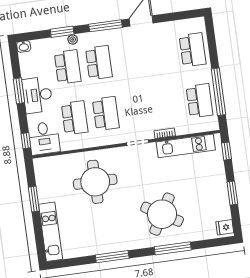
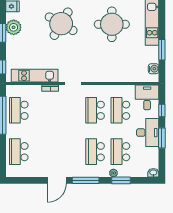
window: (26, 141) -> (162, 110), moved
water cooler: (41, 174) -> (154, 69), added
round table: (95, 182) -> (112, 24), moved
plant: (220, 202) -> (14, 27), added

